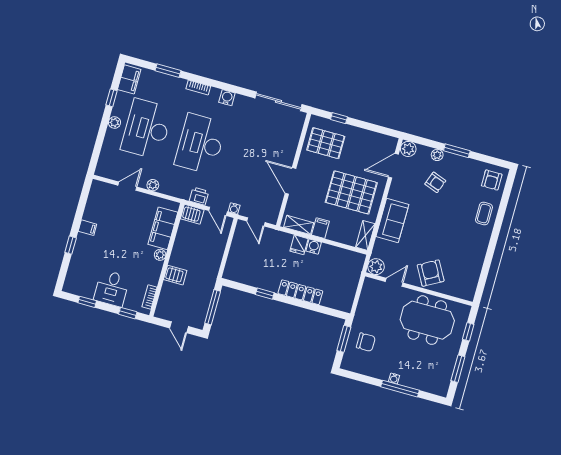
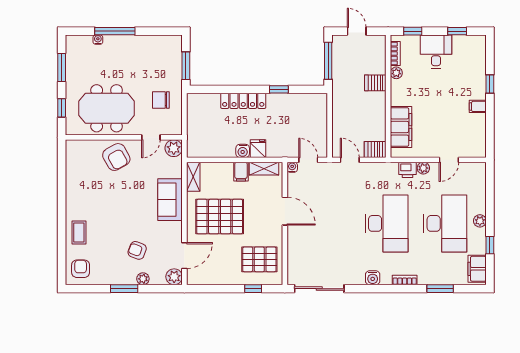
printer: (199, 196) -> (407, 170), moved
water cooler: (234, 208) -> (292, 167), moved
plant: (160, 255) -> (396, 73), moved
chair: (366, 342) -> (161, 100), moved
water cooler: (394, 378) -> (98, 40), moved

